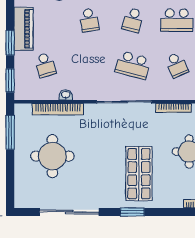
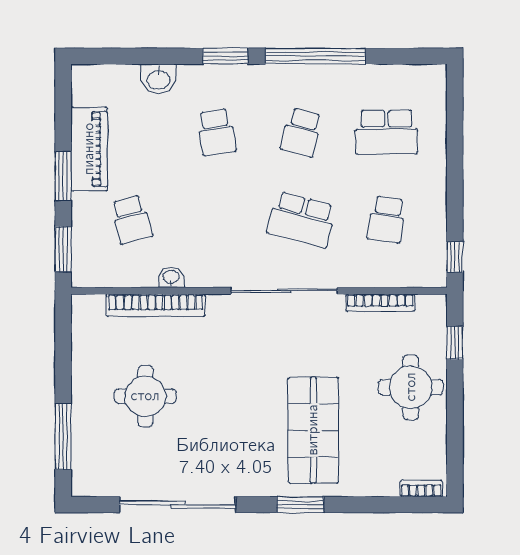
school desk: (177, 65) -> (387, 219), turned 33
window: (10, 132) -> (63, 436), moved
round table: (52, 156) -> (145, 396), width x0.73, depth x0.73

